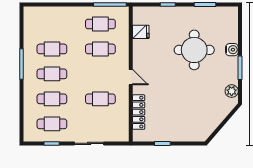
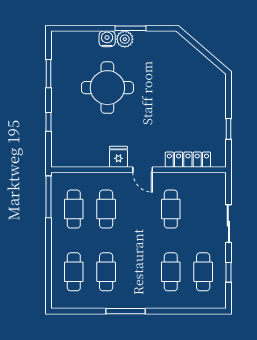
fridge: (141, 32) -> (118, 157), moved
cafe table: (52, 74) -> (74, 272), moved
door: (131, 77) -> (143, 170), swing flipped
plant: (232, 91) -> (125, 39), moved

